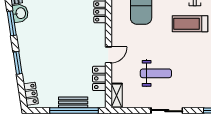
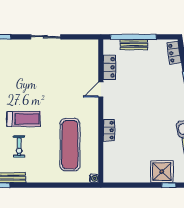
weight bench: (156, 73) -> (56, 72), removed
shelving: (117, 95) -> (93, 51), removed

